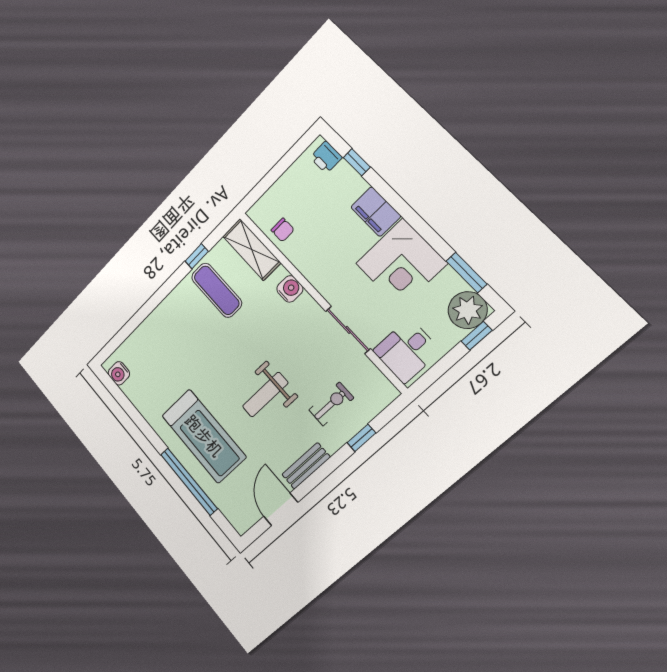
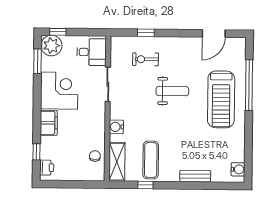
treadmill: (204, 436) -> (221, 99), turned 180
bench: (306, 466) -> (195, 176), moved

